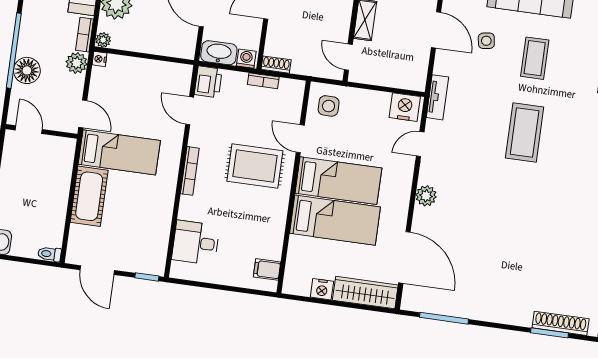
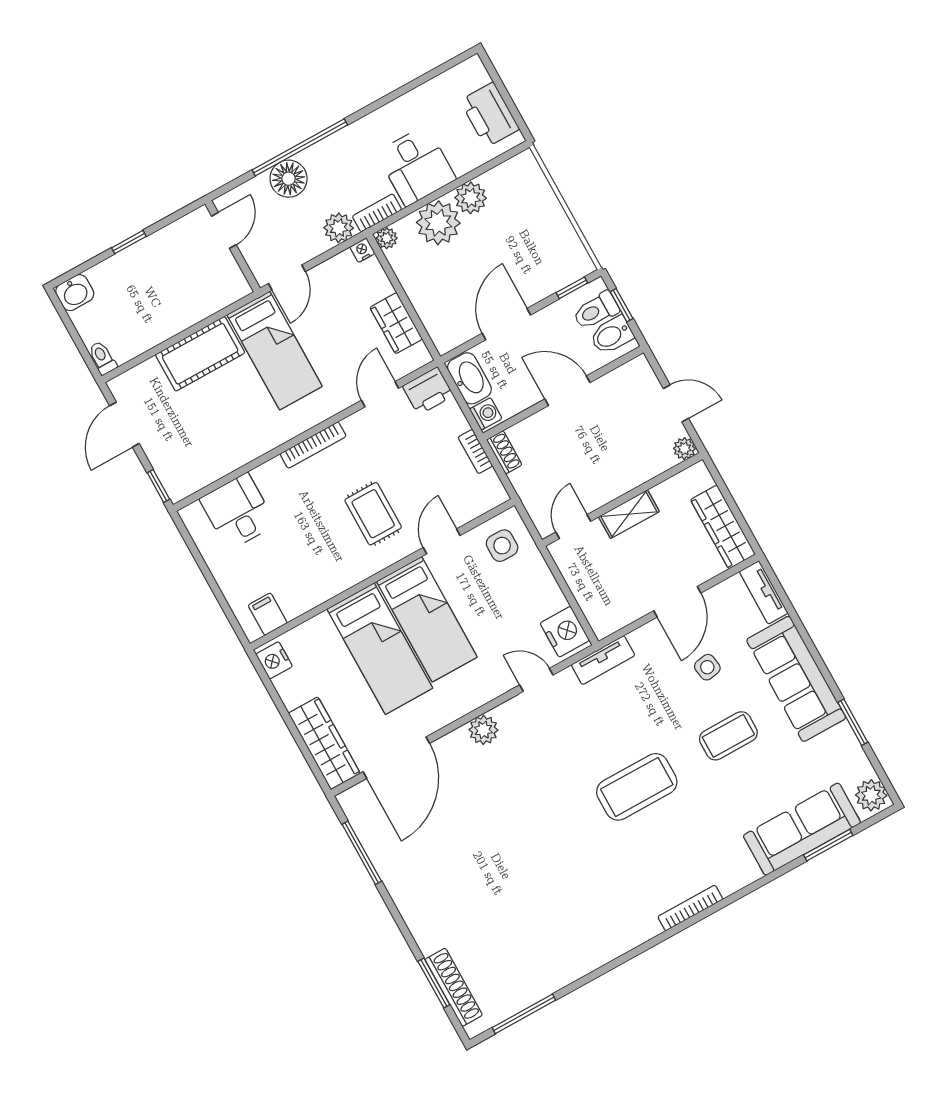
wardrobe: (156, 71) -> (396, 323), added
rug: (255, 166) -> (373, 514), width x0.73, depth x0.70
nightstand: (322, 289) -> (274, 660), moved

